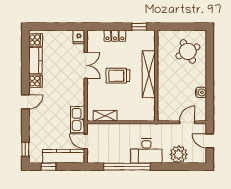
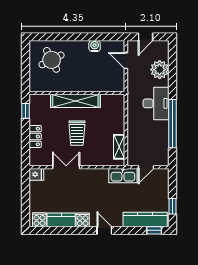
kitchen counter: (64, 156) -> (145, 219), moved, turned 90

